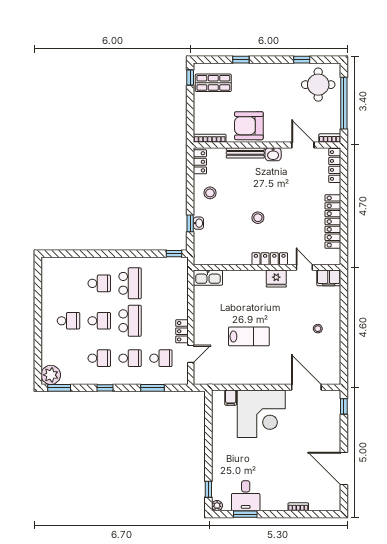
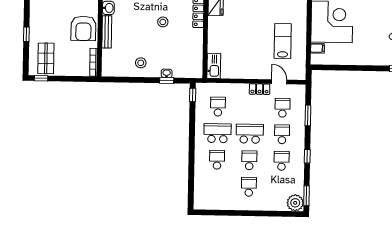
locker: (200, 162) -> (114, 71), removed
school desk: (161, 283) -> (218, 107), added
lab bench: (249, 336) -> (283, 41), moved

